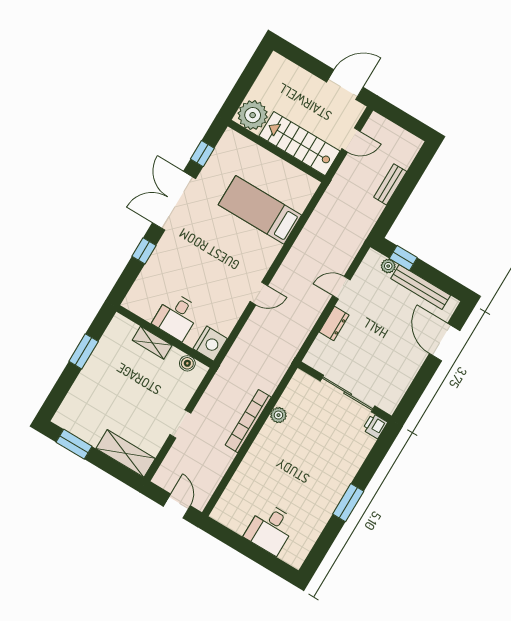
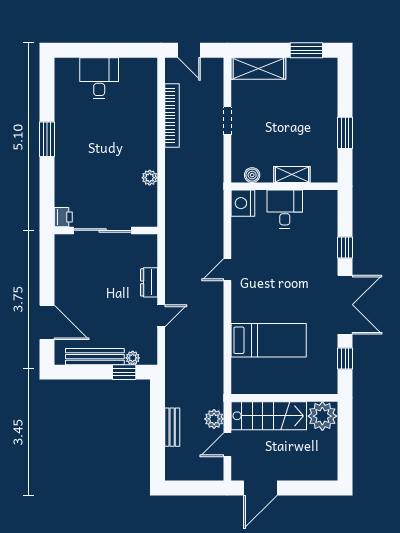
plant: (349, 170) -> (214, 419), added
bookcase: (248, 421) -> (172, 115), moved

